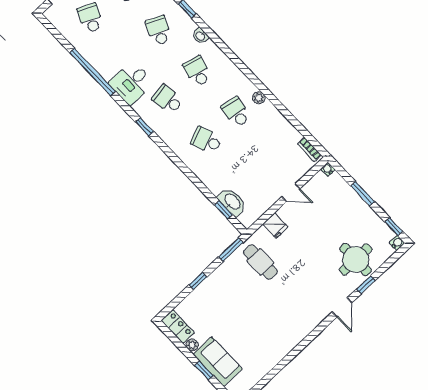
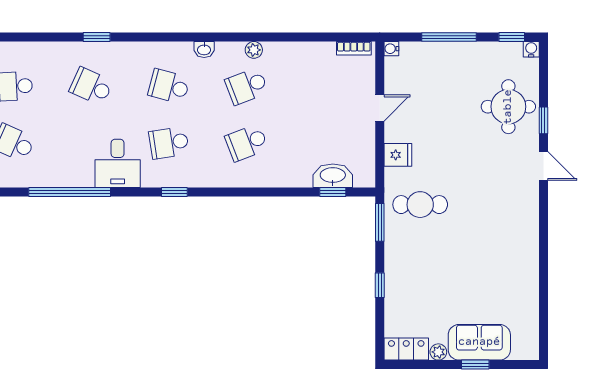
washbasin: (200, 36) -> (204, 49), moved
school desk: (236, 112) -> (247, 86), turned -30
window: (363, 194) -> (449, 37), width x1.44

